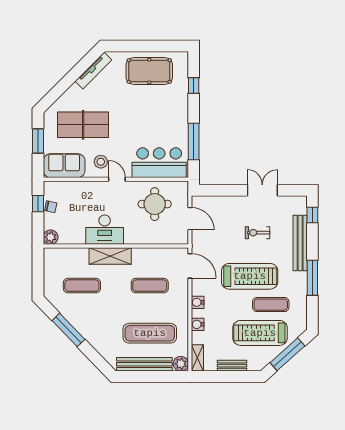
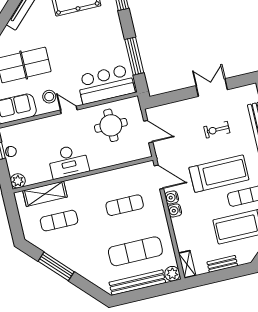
shelving: (110, 256) -> (45, 194), moved
water cooler: (198, 324) -> (172, 197), moved

